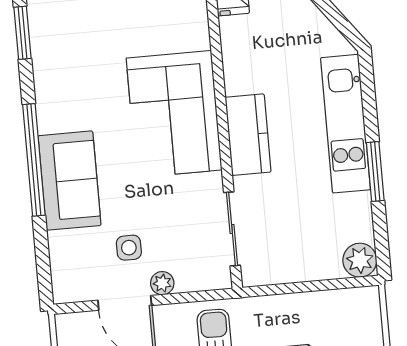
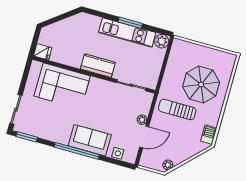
corner sofa: (174, 114) -> (62, 86), moved
kitchen unit: (345, 124) -> (127, 32), moved
side table: (129, 248) -> (118, 153), moved

